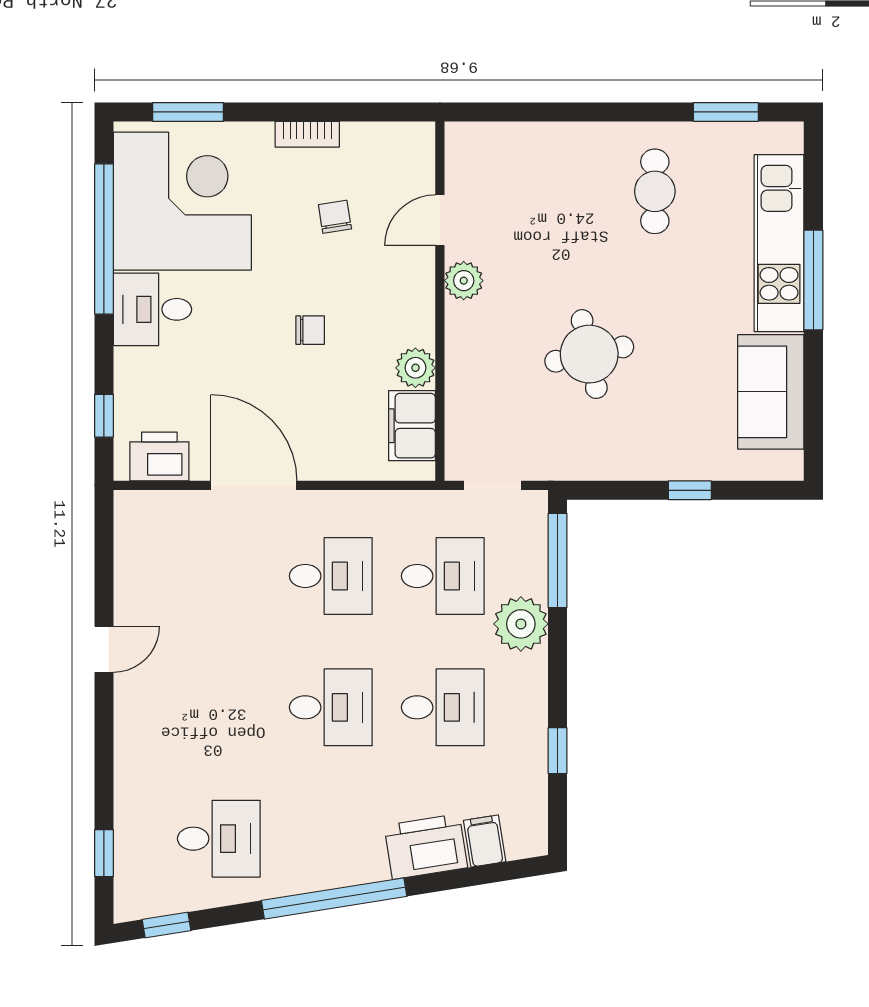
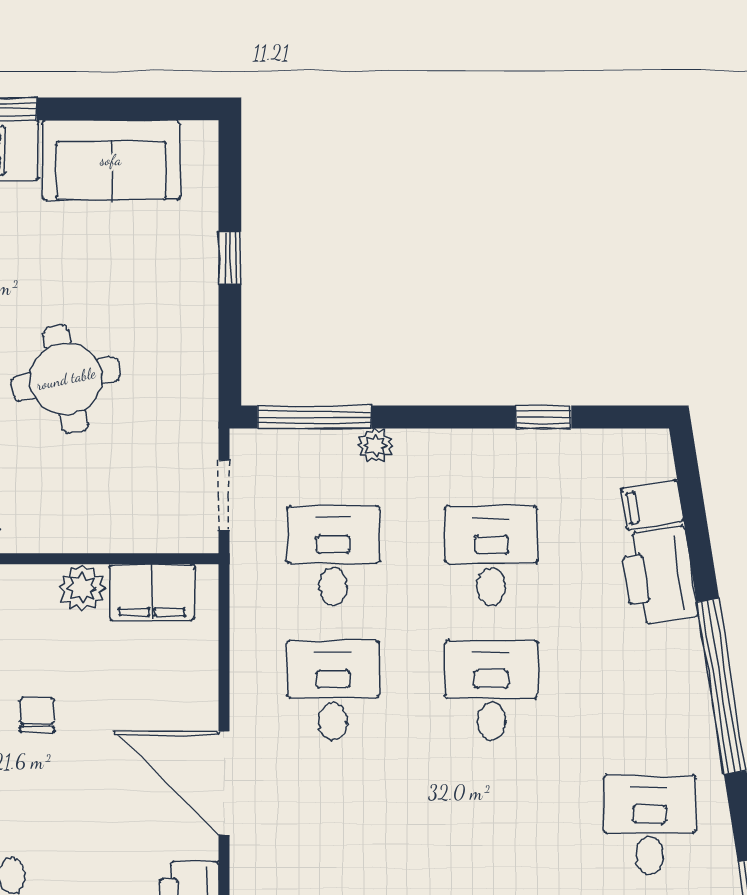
door: (254, 485) -> (224, 783), hinge flipped
plant: (521, 624) -> (375, 446), width x0.53, depth x0.53

